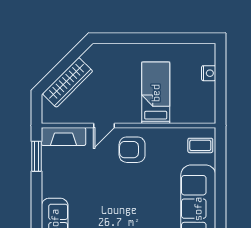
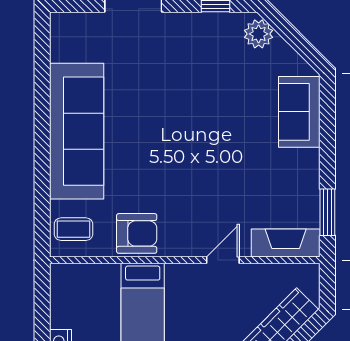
armchair: (132, 150) -> (137, 233), moved

